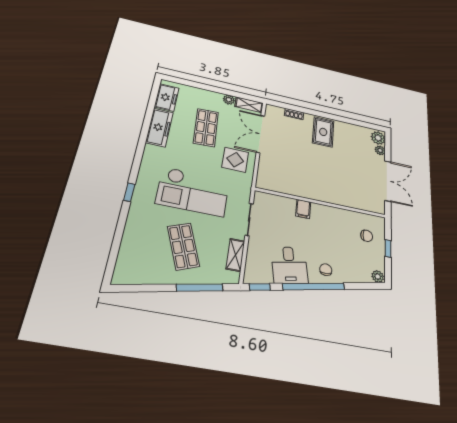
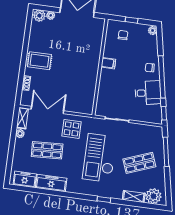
double door: (260, 134) -> (47, 110), swing flipped
checkout: (193, 192) -> (100, 158), turned 180
filing cabinet: (303, 209) -> (108, 63), moved
shelving: (235, 255) -> (134, 197), moved
plant: (128, 265) -> (153, 196), added

